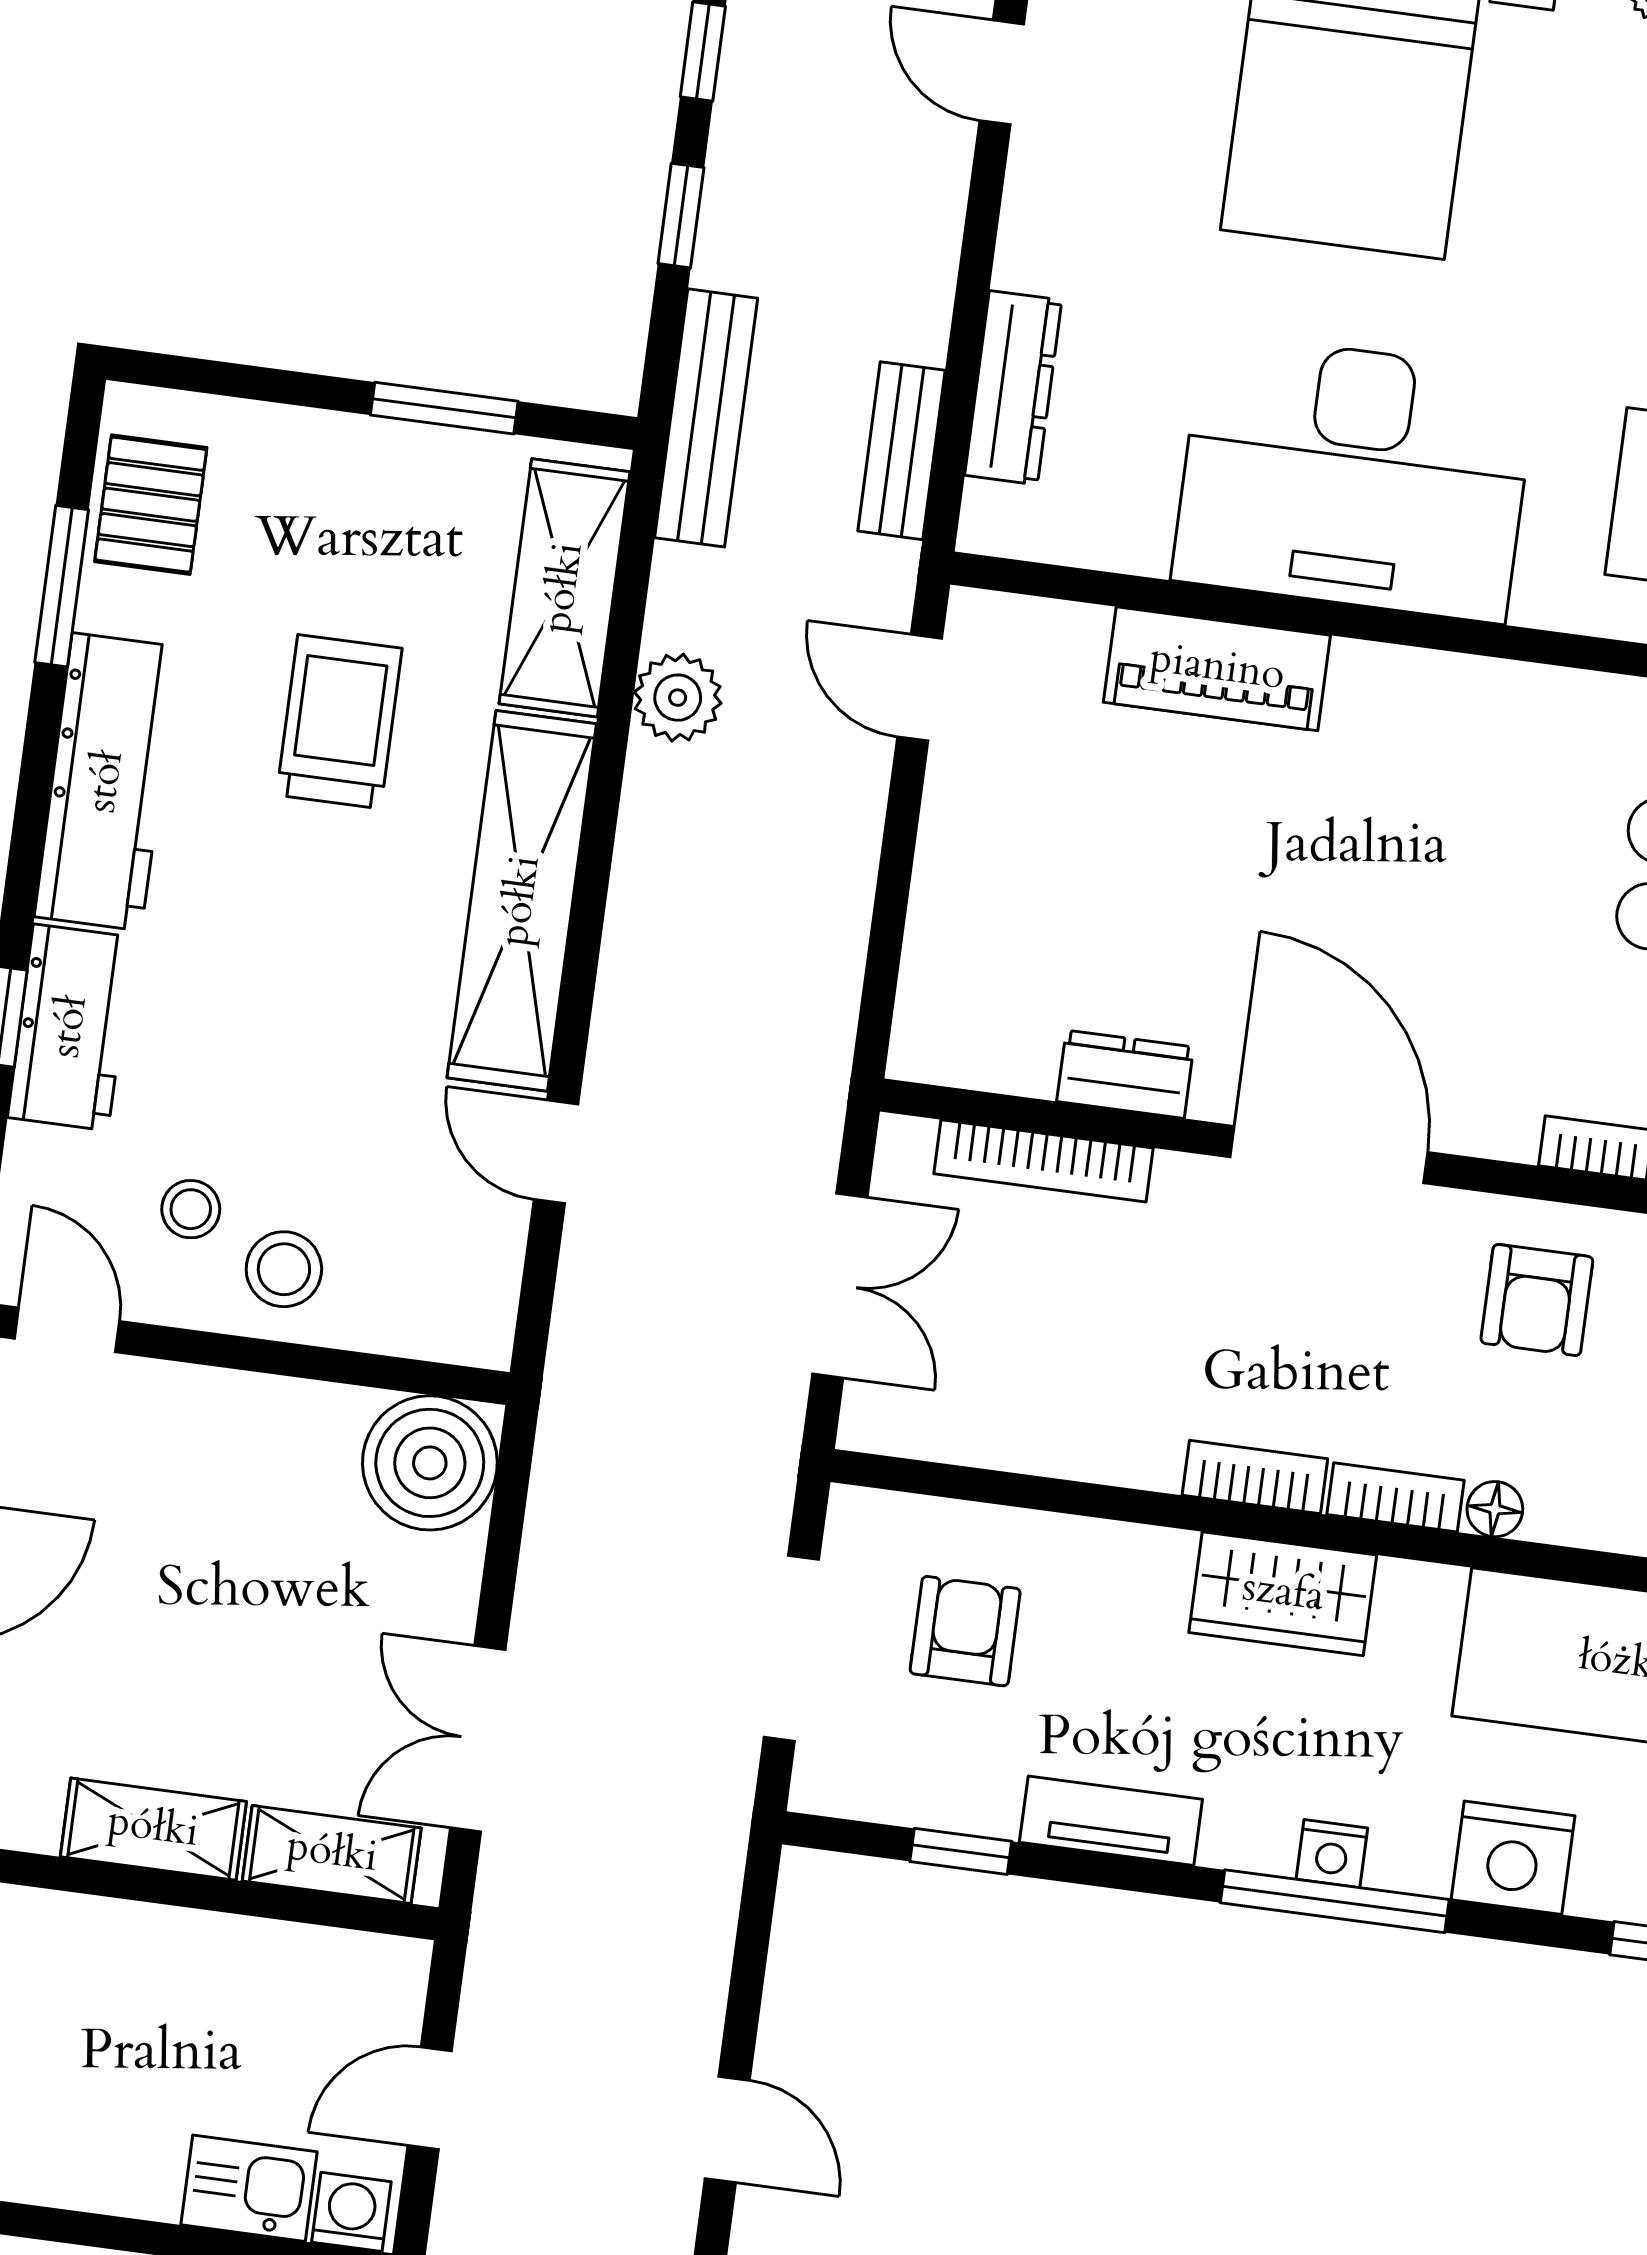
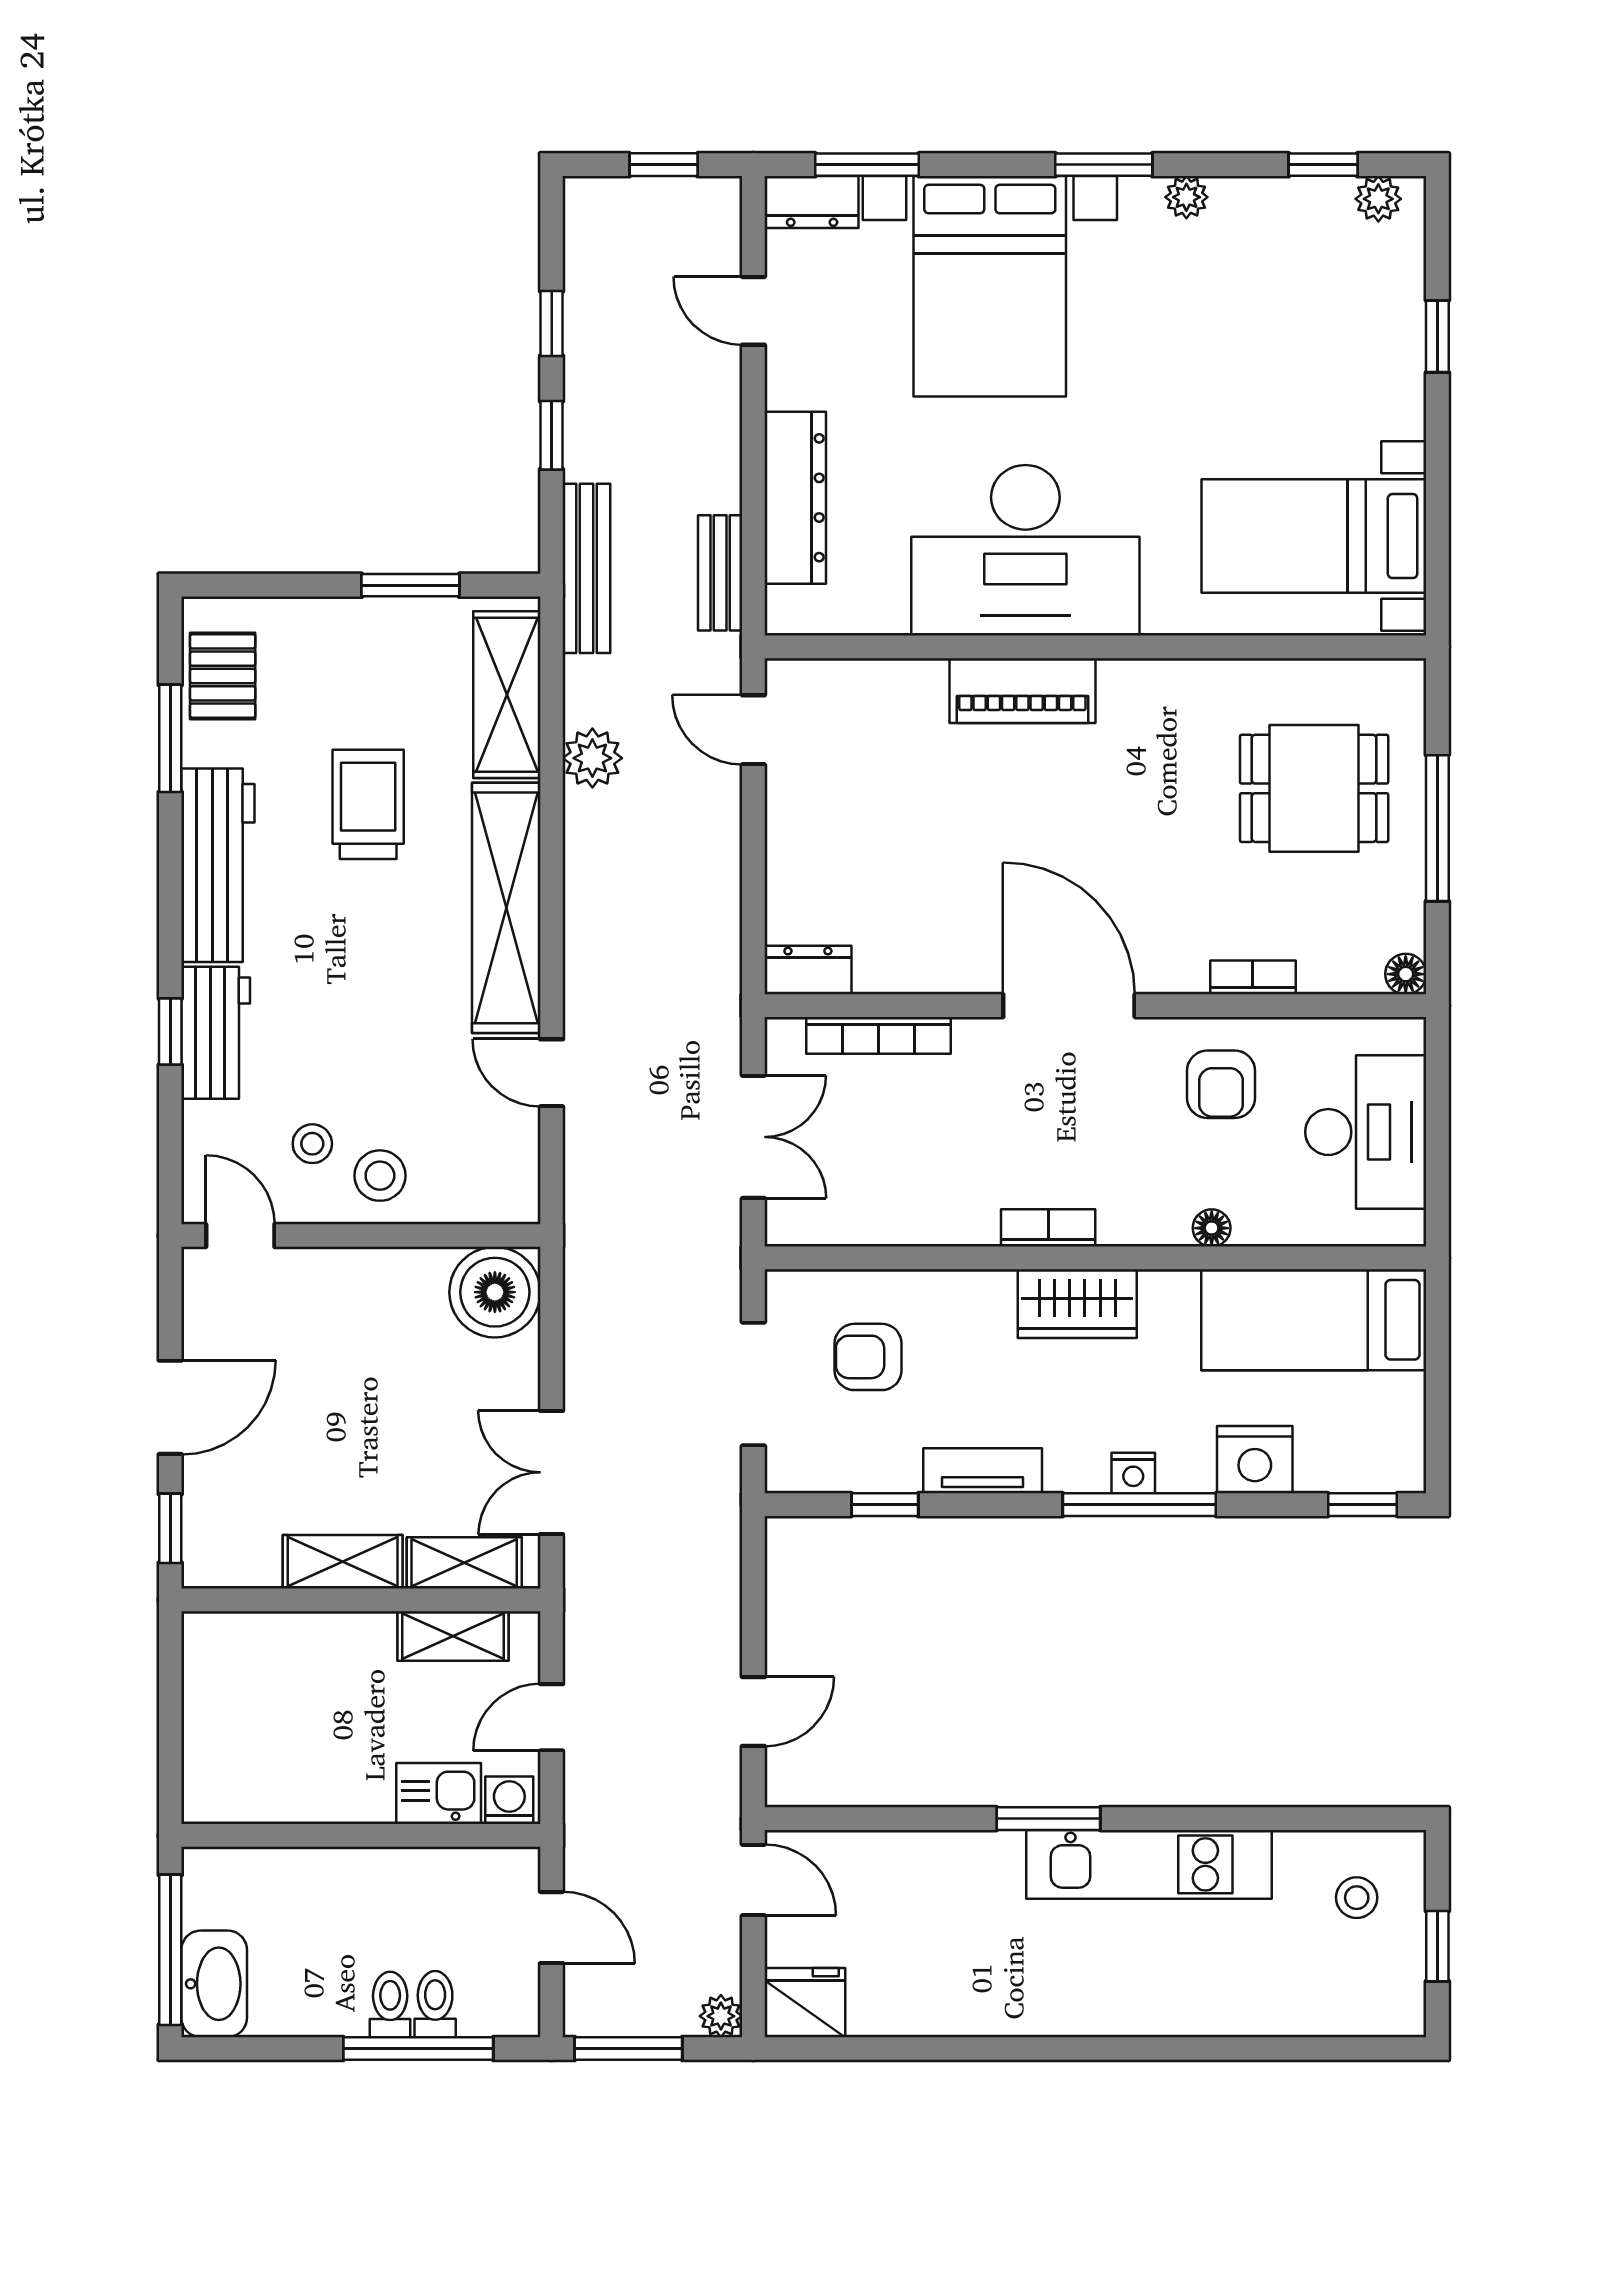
dresser: (1013, 388) -> (795, 498), width x1.37, depth x1.24
piano: (1217, 669) -> (1022, 691), moved
dresser: (1125, 1074) -> (808, 970), moved
bookcase: (1396, 1497) -> (1144, 1229), removed
armchair: (965, 1631) -> (868, 1357), turned -90
shelving: (301, 1960) -> (453, 1636), added
door: (727, 2129) -> (753, 1712), hinge flipped

